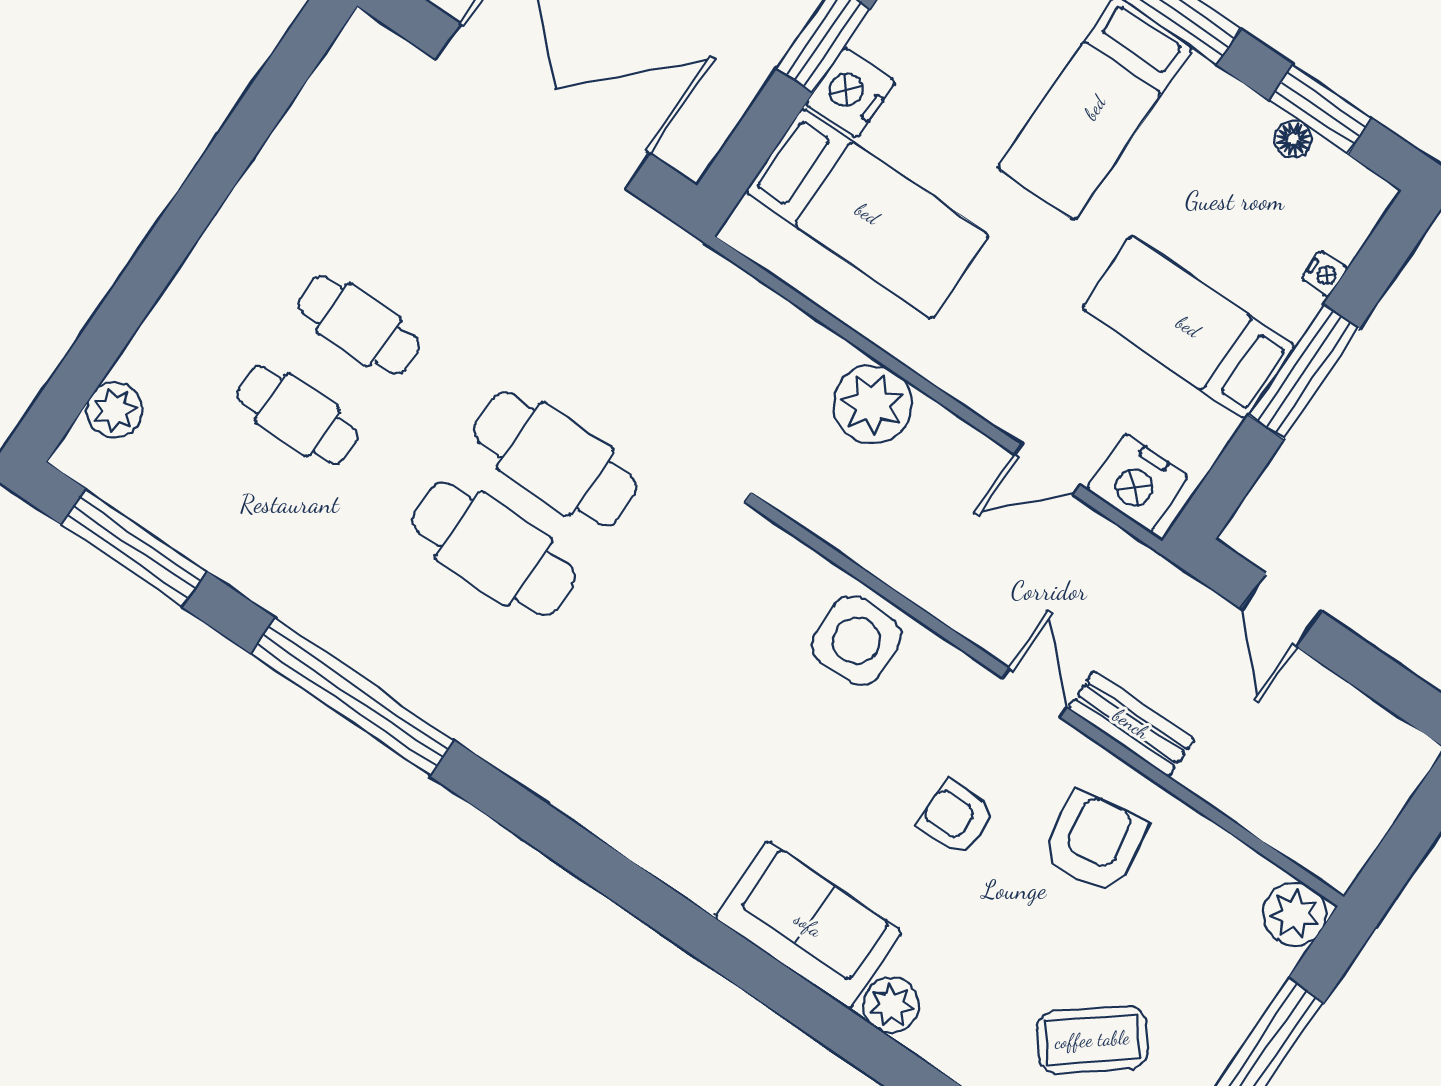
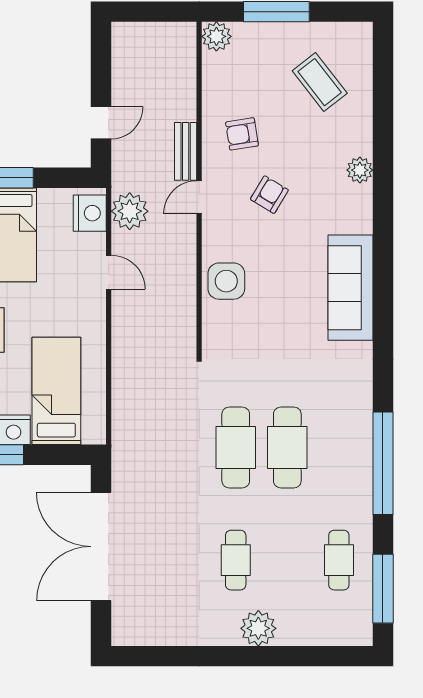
plant: (872, 404) -> (130, 211), moved
plant: (115, 410) -> (258, 628), moved, width x1.36, depth x1.36
cafe table: (297, 415) -> (339, 560), moved
door: (1047, 470) -> (109, 272), moved
armchair: (956, 818) -> (269, 195), turned -149
armchair: (1094, 843) -> (242, 134), width x0.72, depth x0.72
sofa: (808, 925) -> (350, 288), moved, width x1.36

